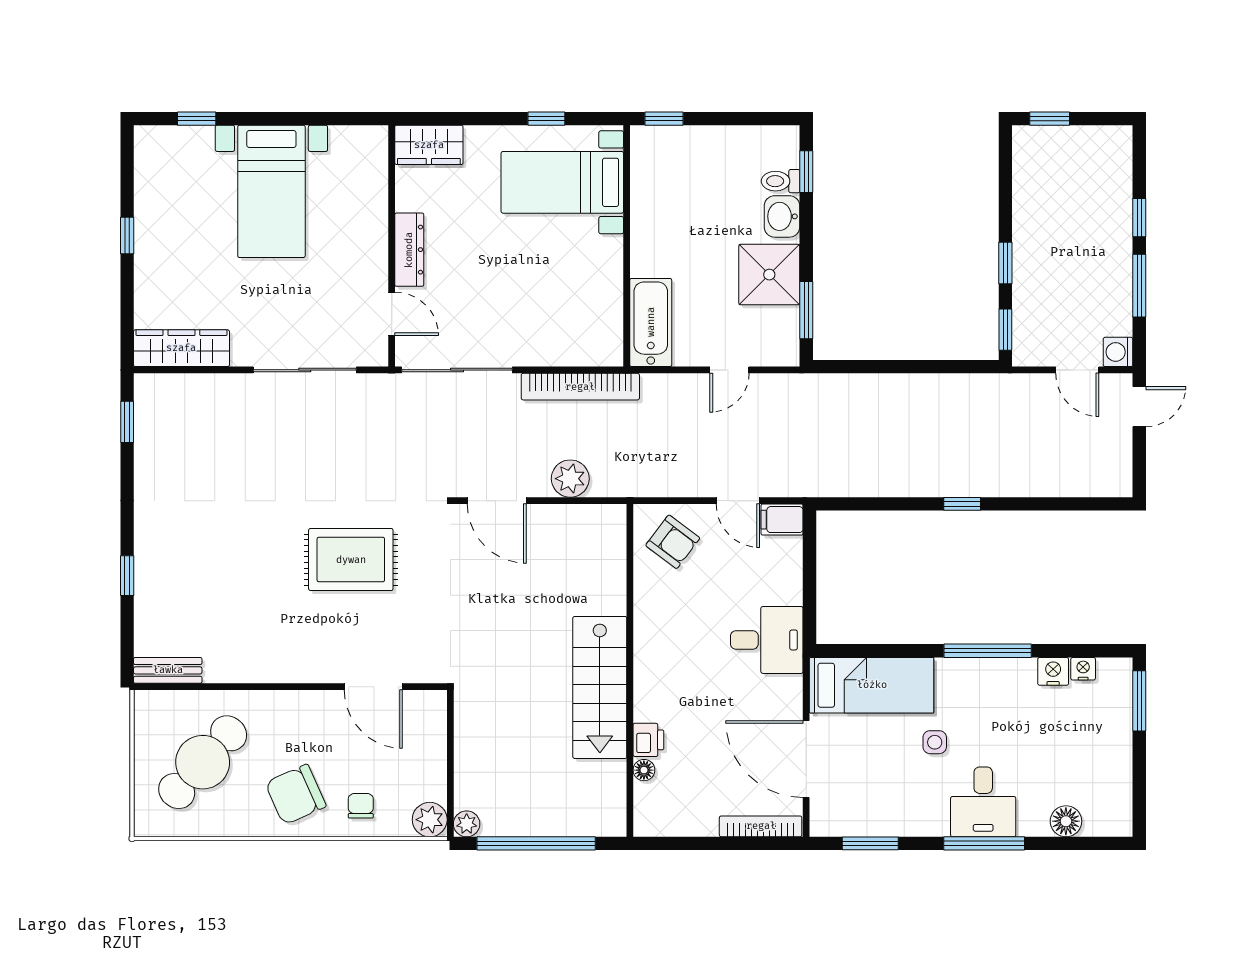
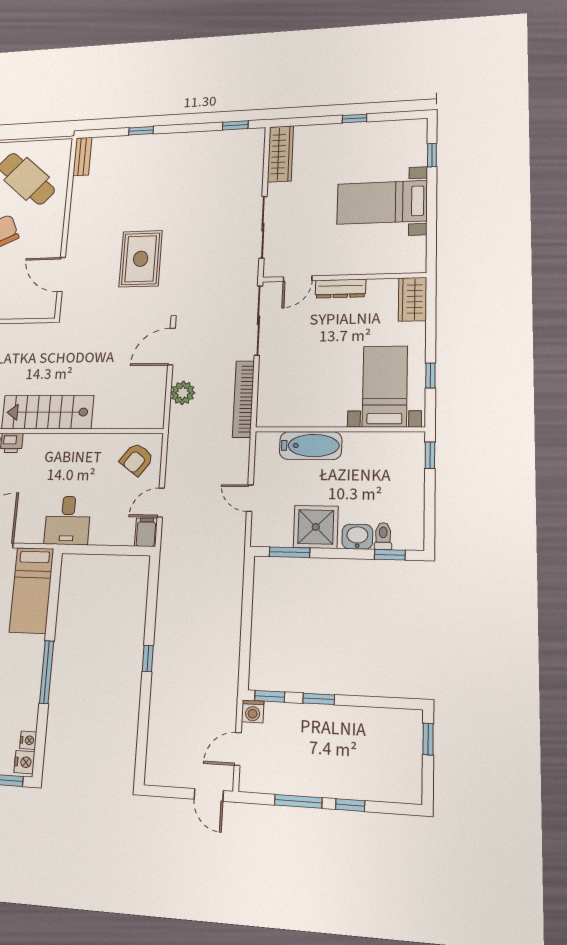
bathtub: (651, 322) -> (311, 446), moved
washing machine: (1118, 352) -> (253, 711), moved, turned 180
nightstand: (1053, 671) -> (24, 762), moved
door: (373, 687) -> (61, 274), hinge flipped

